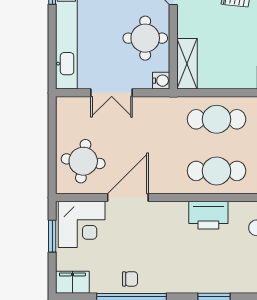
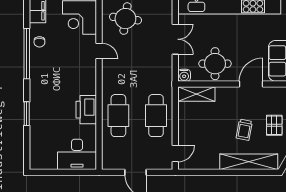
double door: (112, 93) -> (175, 39), swing flipped
door: (128, 198) -> (99, 51), width x0.53
chair: (130, 279) -> (39, 42), moved

